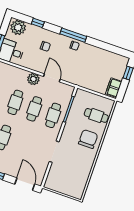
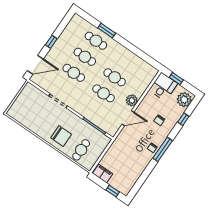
cafe table: (53, 115) -> (74, 73), moved

